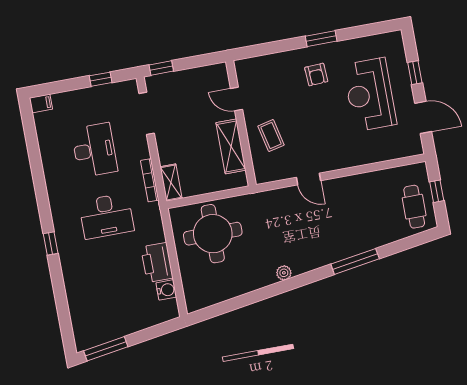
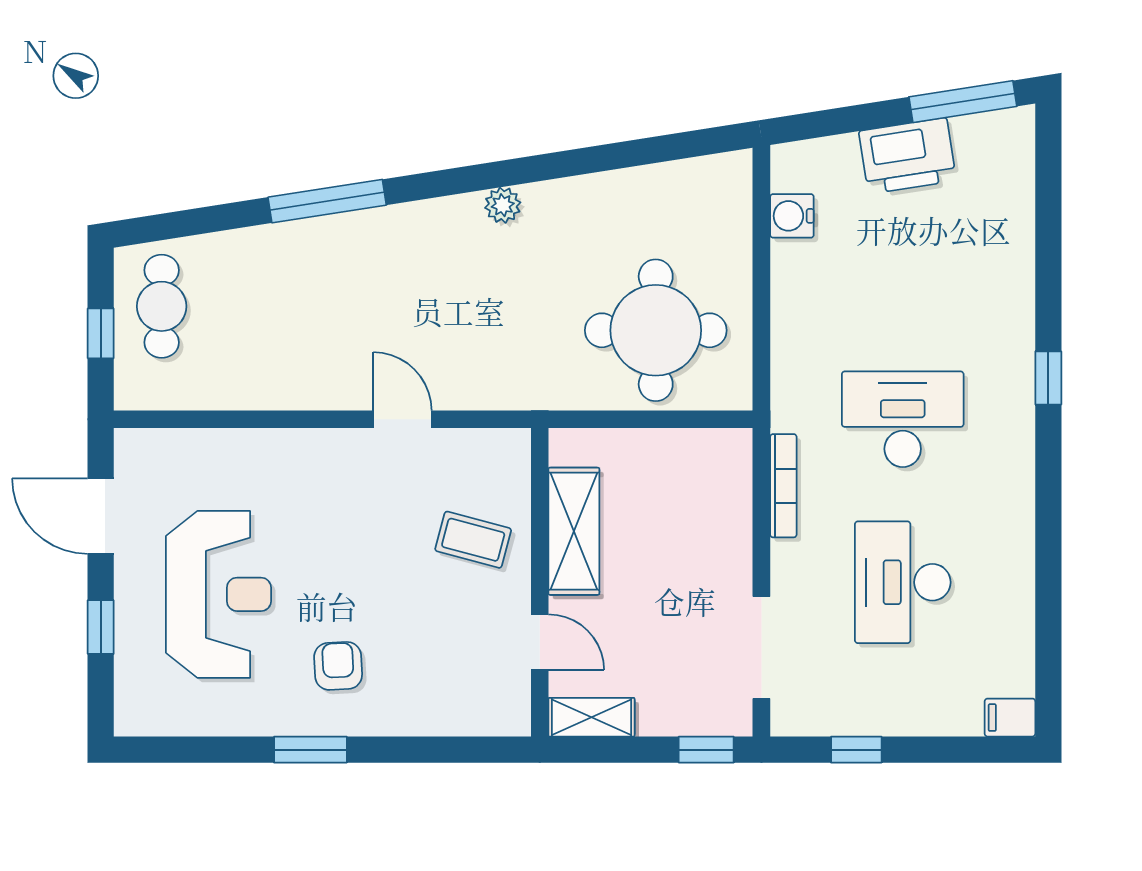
coffee table: (271, 136) -> (473, 540), turned -62
shelving: (171, 183) -> (591, 717), moved, turned 90
printer: (157, 262) -> (908, 156), moved, turned 81

